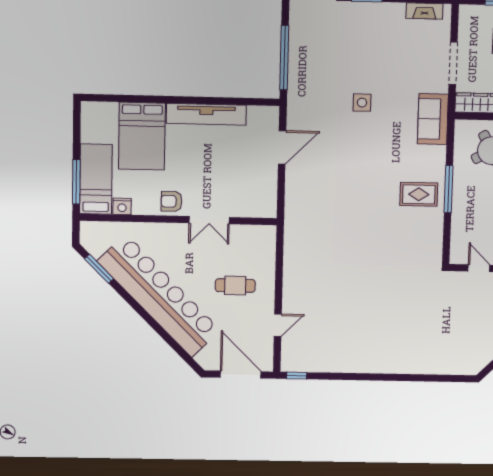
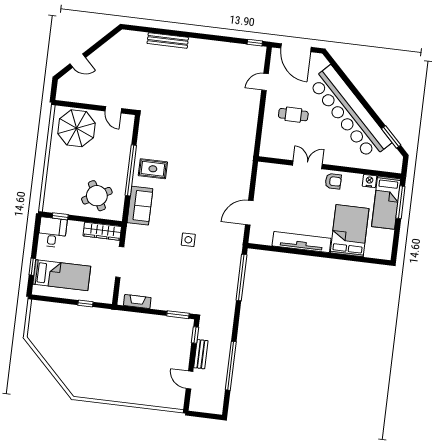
sofa: (433, 119) -> (140, 206), moved
window: (448, 189) -> (131, 170), width x1.46
bench: (414, 367) -> (168, 40), added

